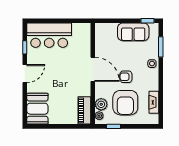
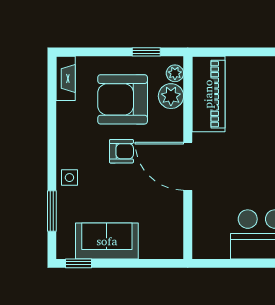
fireplace: (154, 102) -> (66, 78), moved
armchair: (125, 103) -> (123, 99), turned -90
piano: (84, 110) -> (208, 94), width x1.37, depth x1.33

